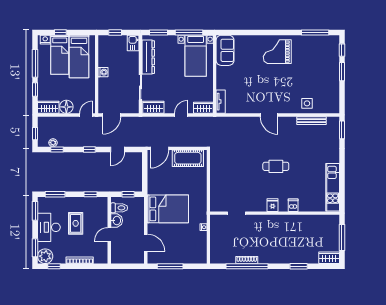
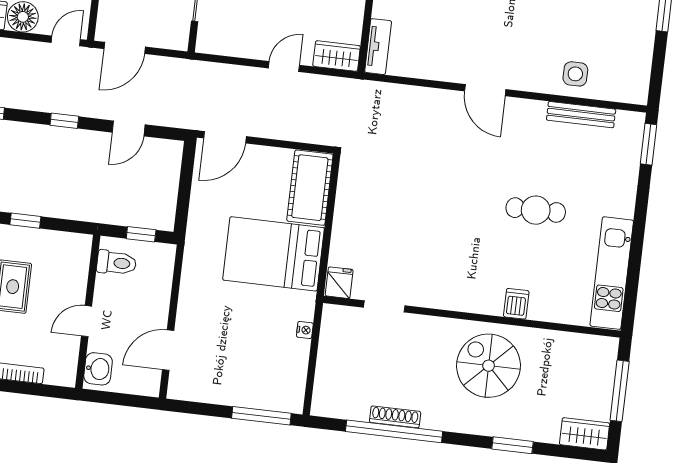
wardrobe: (153, 107) -> (222, 42), removed
cot: (188, 158) -> (310, 188), moved, turned 90
cafe table: (276, 166) -> (536, 210), moved
window: (91, 194) -> (25, 221), moved
fridge: (273, 205) -> (339, 283), moved
bed: (168, 209) -> (273, 254), moved, turned 180
washbasin: (117, 221) -> (98, 369), moved
spiral stairs: (284, 233) -> (489, 366), added
door: (146, 243) -> (168, 350), swing flipped
window: (170, 266) -> (261, 416), moved

